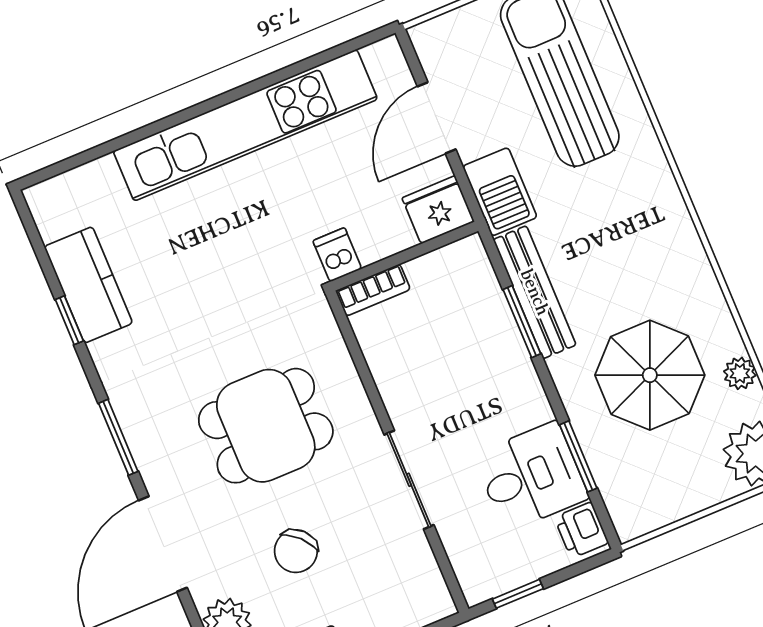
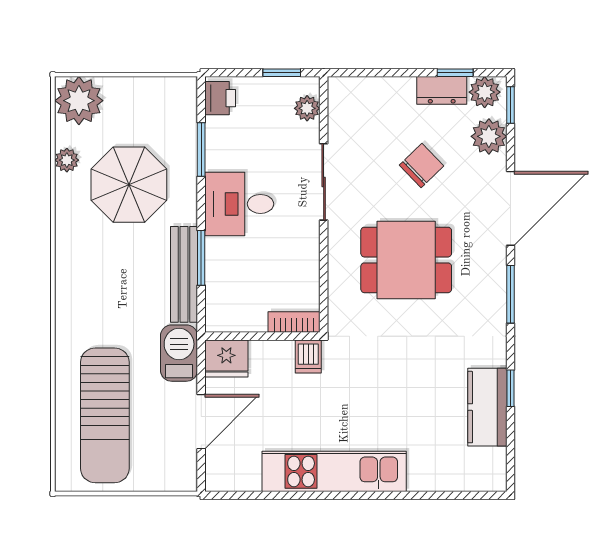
kitchen unit: (245, 125) -> (334, 471), width x0.73
desk: (531, 477) -> (239, 204), moved
plant: (468, 563) -> (307, 108), added

